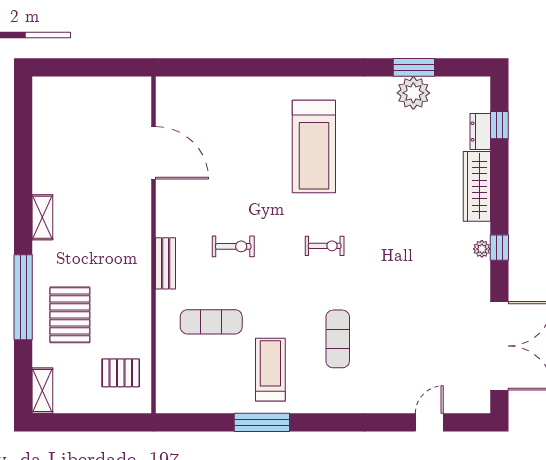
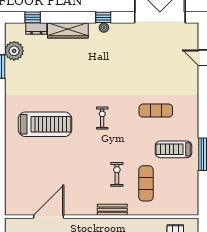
plant: (413, 93) -> (14, 51), moved
exercise bike: (233, 246) -> (117, 174), moved

